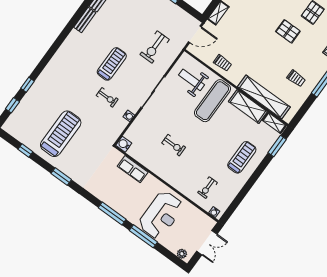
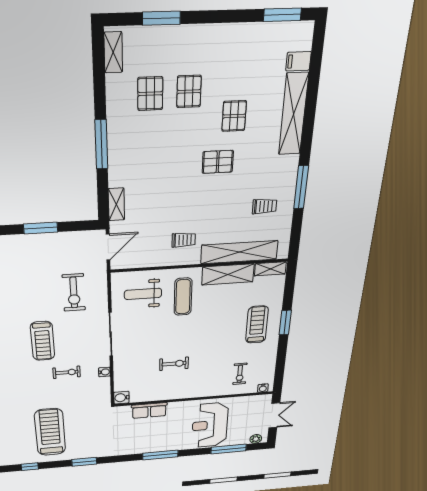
trolley: (223, 63) -> (184, 240), moved
treadmill: (112, 64) -> (43, 341), turned 180
exercise mat: (212, 101) -> (183, 297), width x0.73, depth x0.69
window: (277, 146) -> (285, 323), moved
reception desk: (161, 215) -> (210, 425), turned 180
window: (143, 236) -> (229, 449), moved

